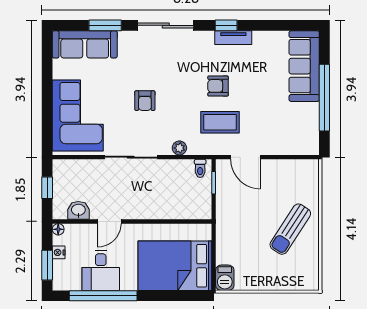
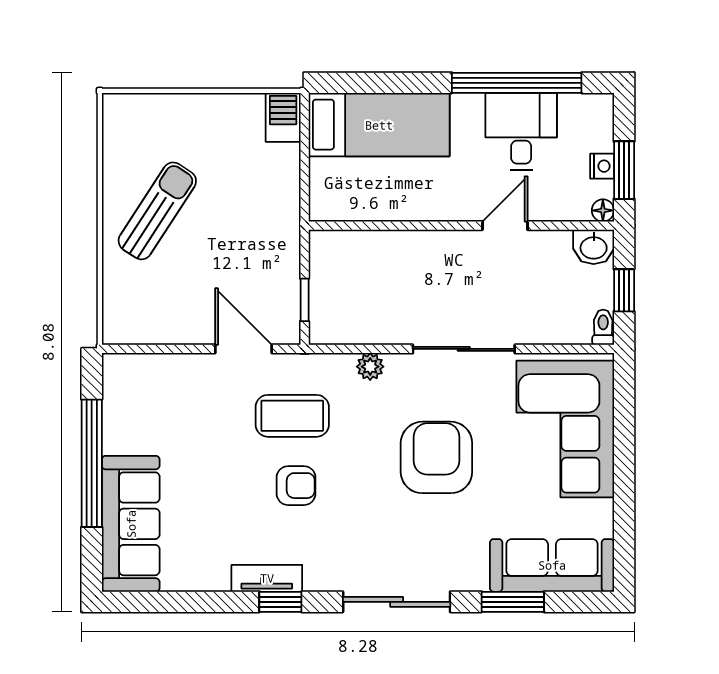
armchair: (145, 101) -> (436, 457), width x1.88, depth x1.88
toilet: (200, 168) -> (603, 327), moved
washbasin: (78, 210) -> (594, 247), moved
window: (47, 265) -> (624, 170), moved
bed: (175, 266) -> (379, 125), width x0.67

